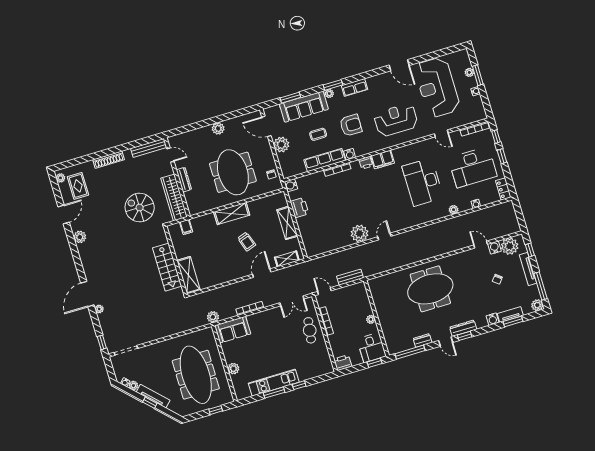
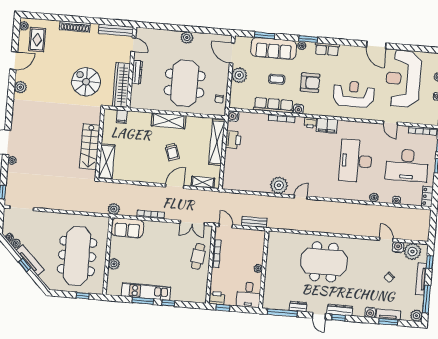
shelving: (287, 223) -> (217, 142), width x1.47
window: (375, 363) -> (223, 308), moved

